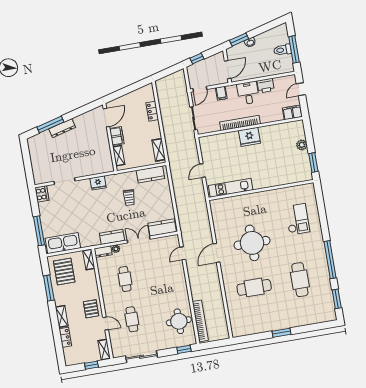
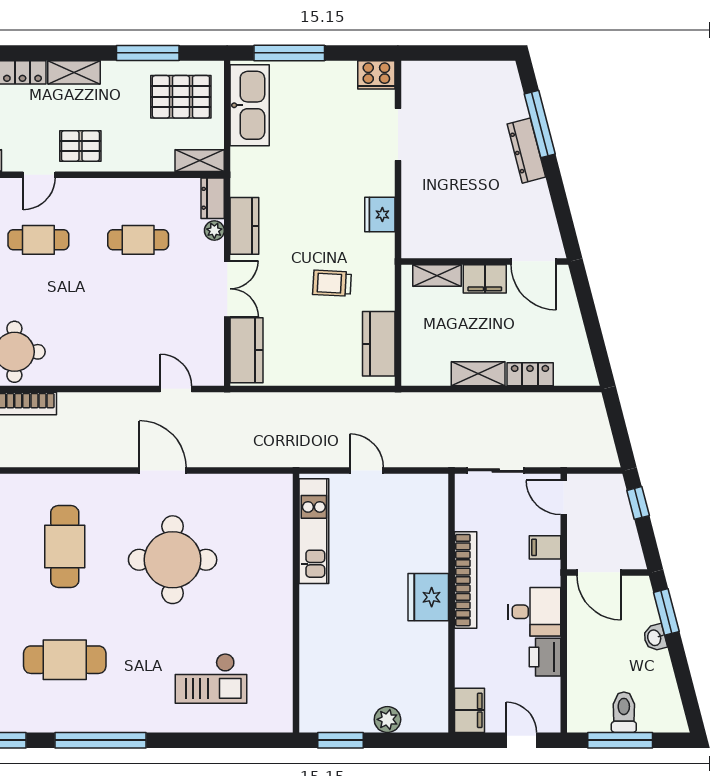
shelving: (159, 150) -> (478, 374), moved

